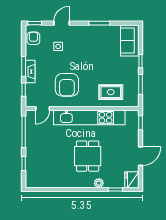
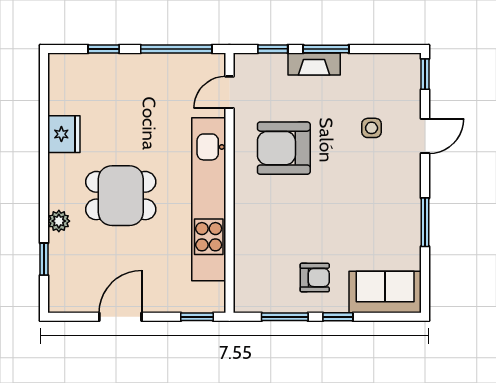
door: (62, 23) -> (425, 136), hinge flipped
armchair: (33, 38) -> (315, 278), moved
rug: (111, 92) -> (267, 248), removed
door: (43, 109) -> (229, 92), hinge flipped
door: (141, 156) -> (120, 317), swing flipped
fridge: (132, 180) -> (64, 134), moved, turned 90

